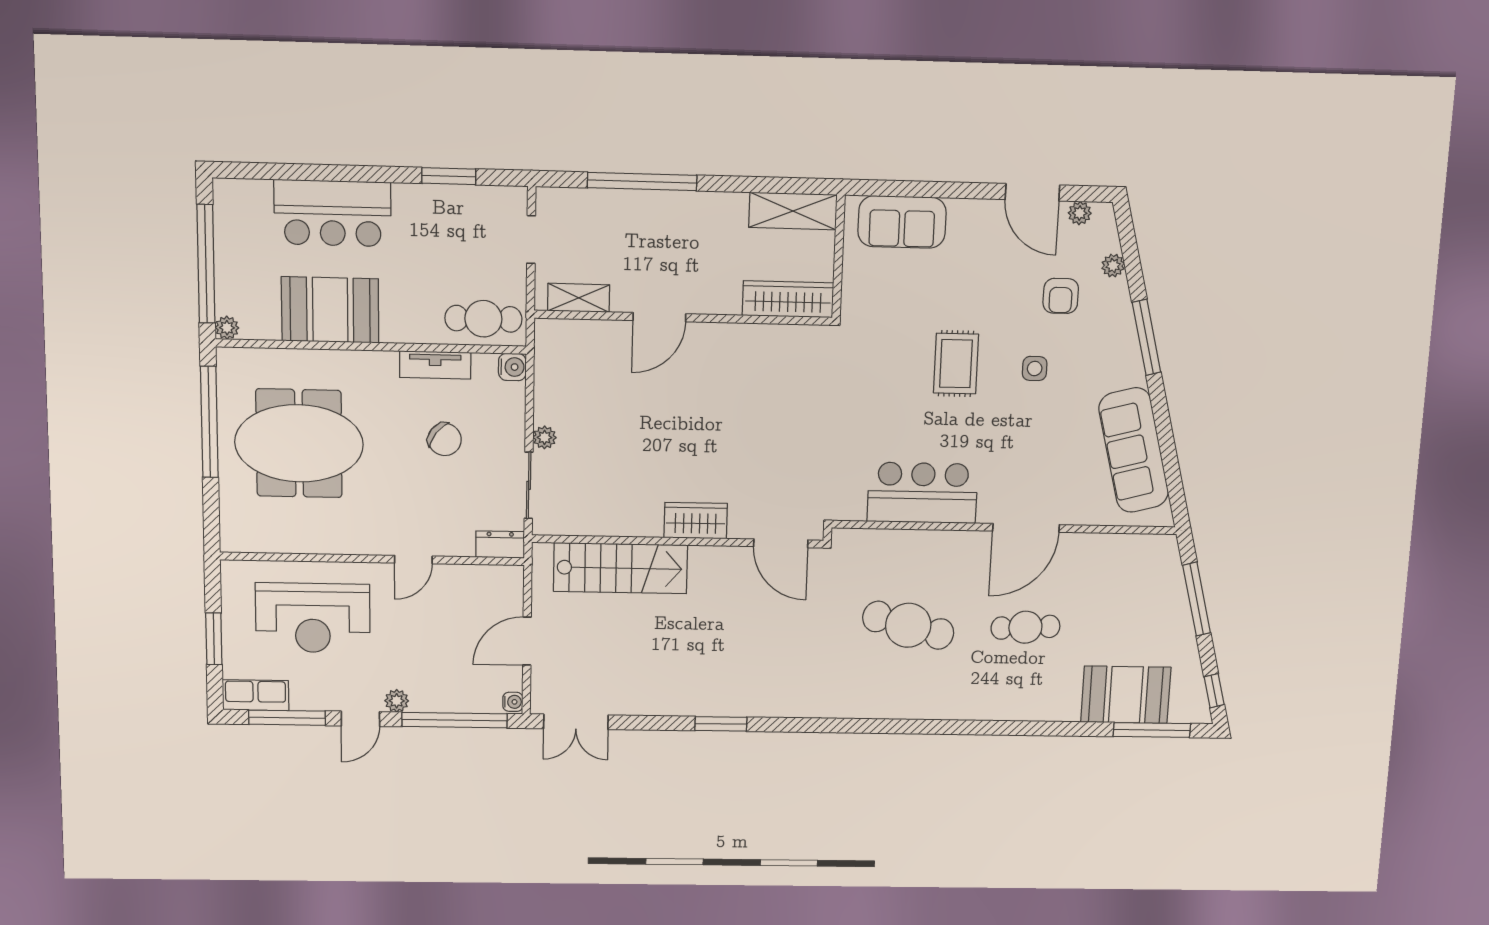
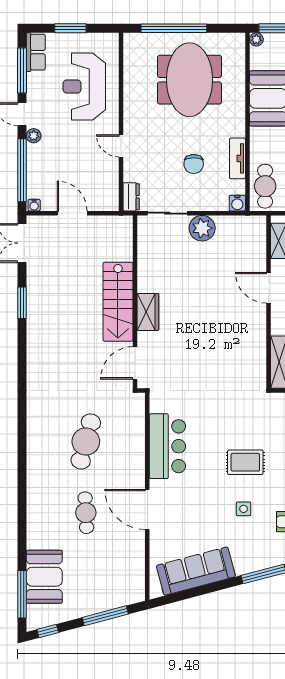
window: (209, 422) -> (174, 28), moved
plant: (545, 437) -> (202, 228), width x1.87, depth x1.87
chair: (445, 439) -> (194, 164), turned -38
stairs: (620, 568) -> (118, 302), moved
window: (721, 724) -> (22, 303), moved

